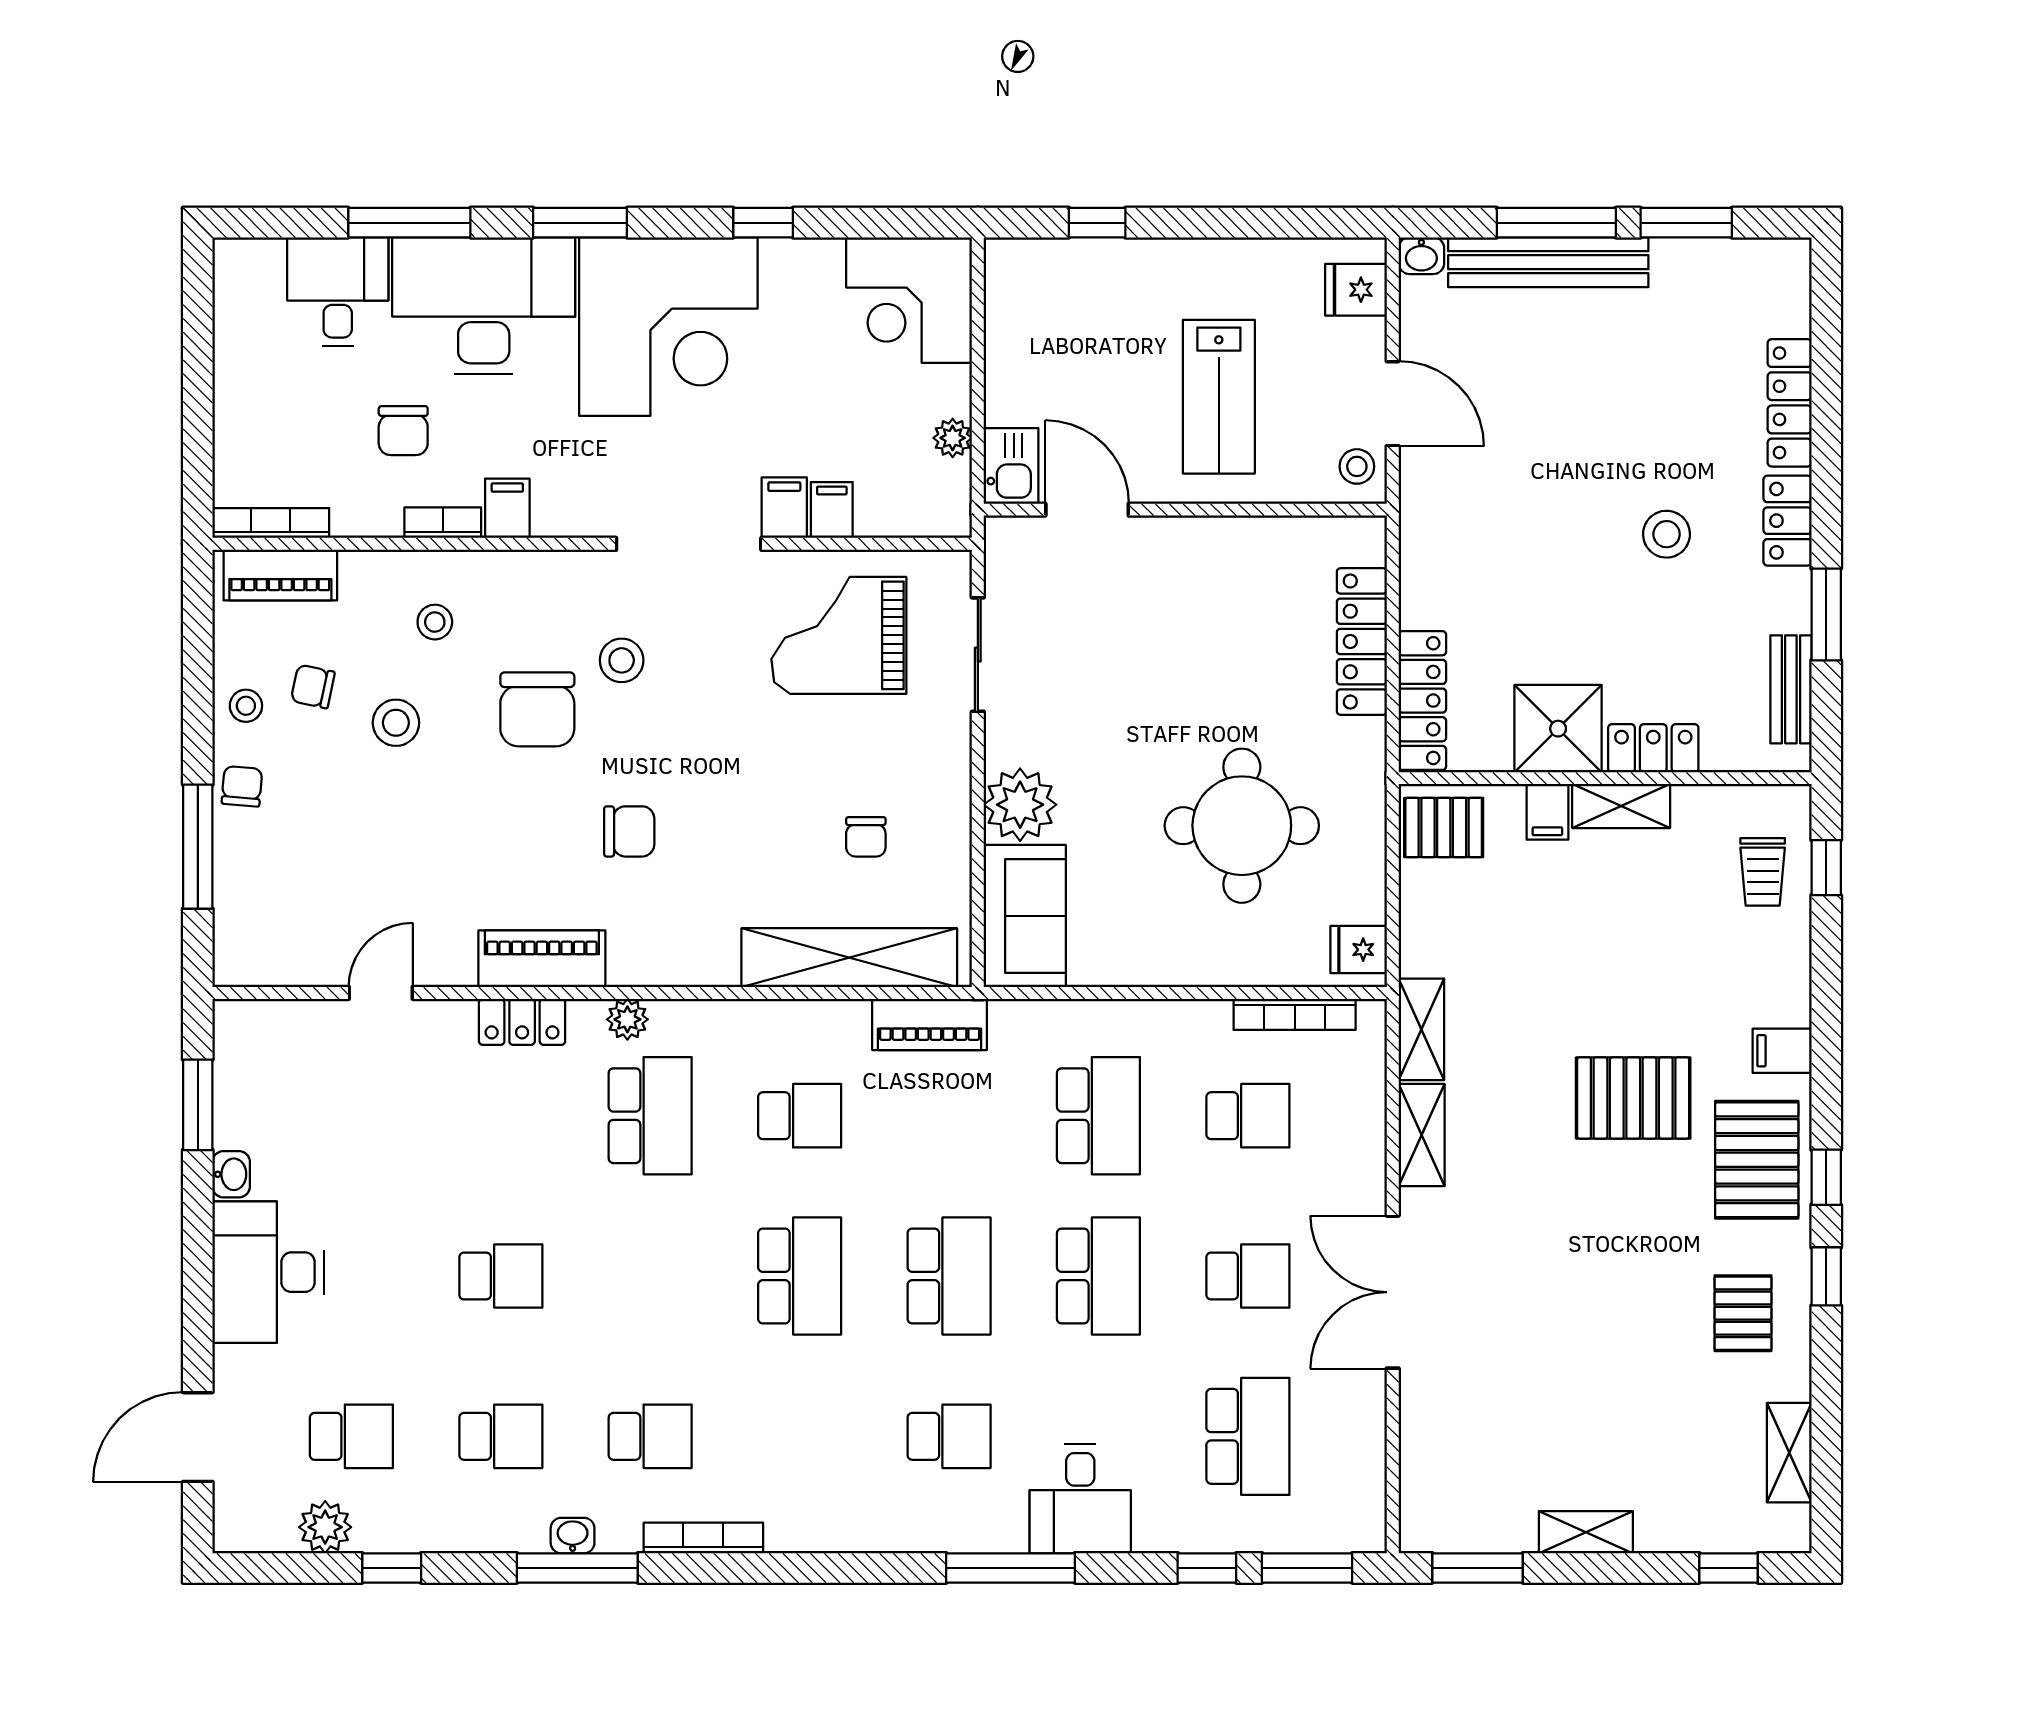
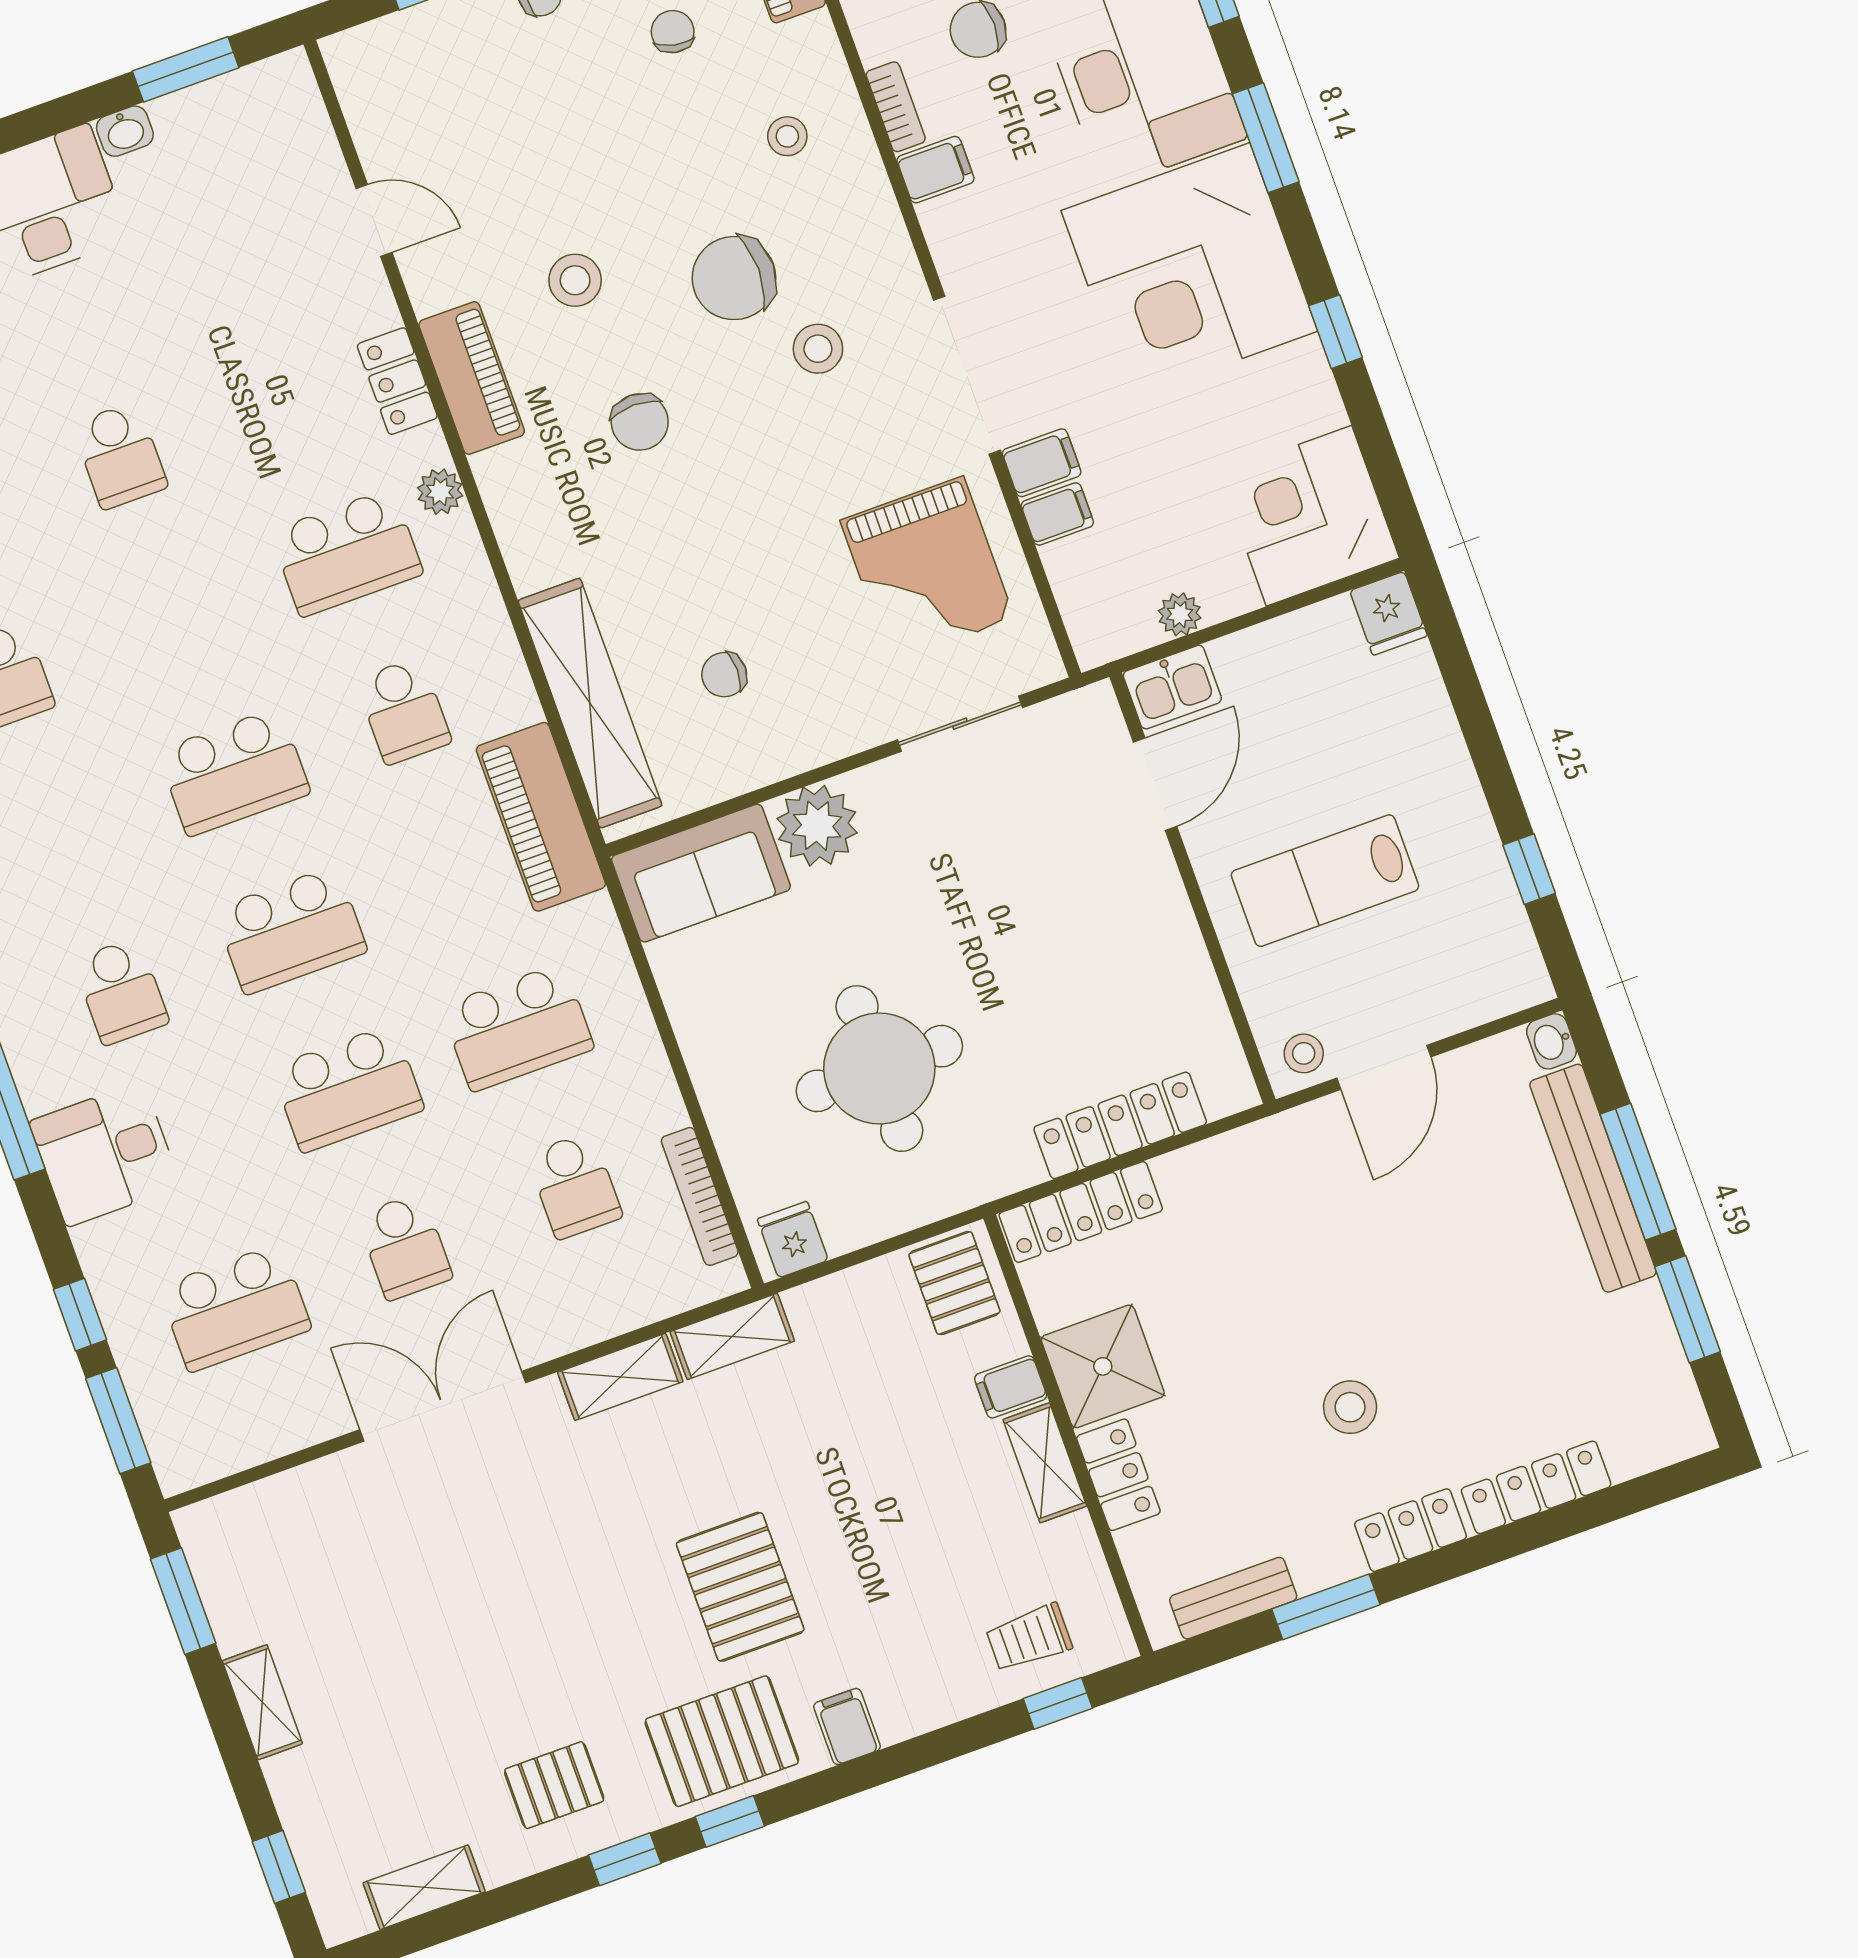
window: (1097, 223) -> (1529, 869), moved
fridge: (1356, 290) -> (1388, 613), moved, turned 180
grand piano: (839, 635) -> (927, 569), turned 180
stool: (396, 723) -> (575, 280), moved
piano: (930, 1024) -> (541, 817), width x1.37, depth x1.33

